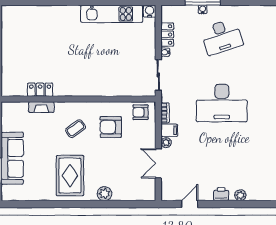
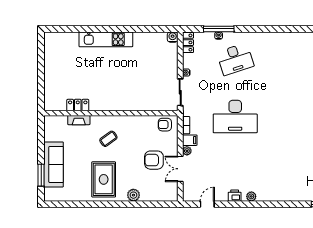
kitchen unit: (112, 14) -> (106, 39), moved
locker: (167, 35) -> (188, 43), moved
armchair: (111, 127) -> (154, 160), moved

